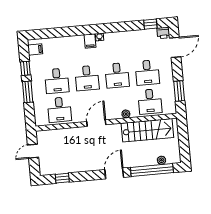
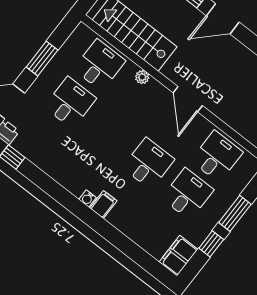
filing cabinet: (35, 49) -> (178, 256), width x2.00
desk: (117, 75) -> (109, 133), removed
window: (179, 91) -> (42, 58), moved
door: (96, 123) -> (188, 99), hinge flipped

